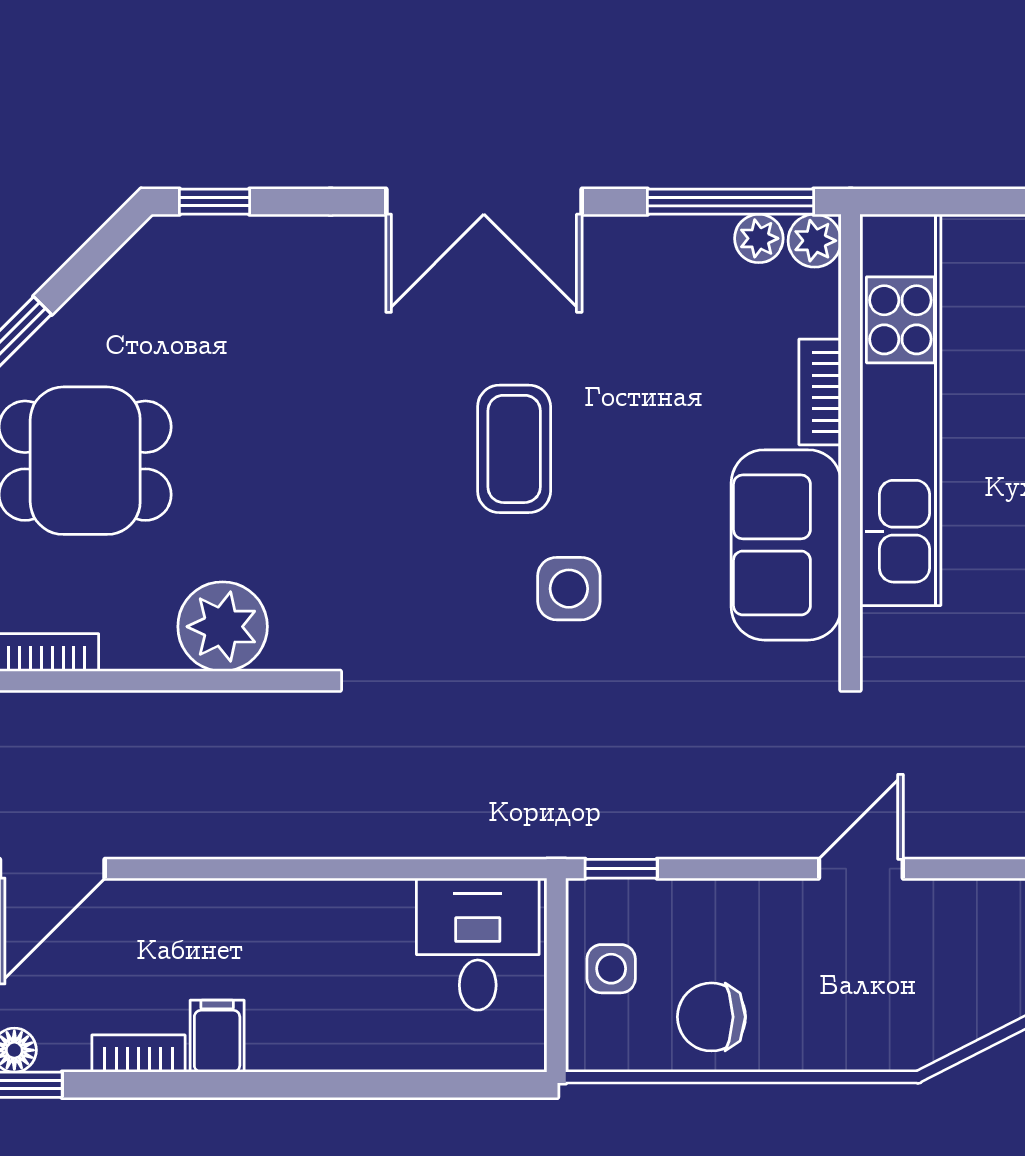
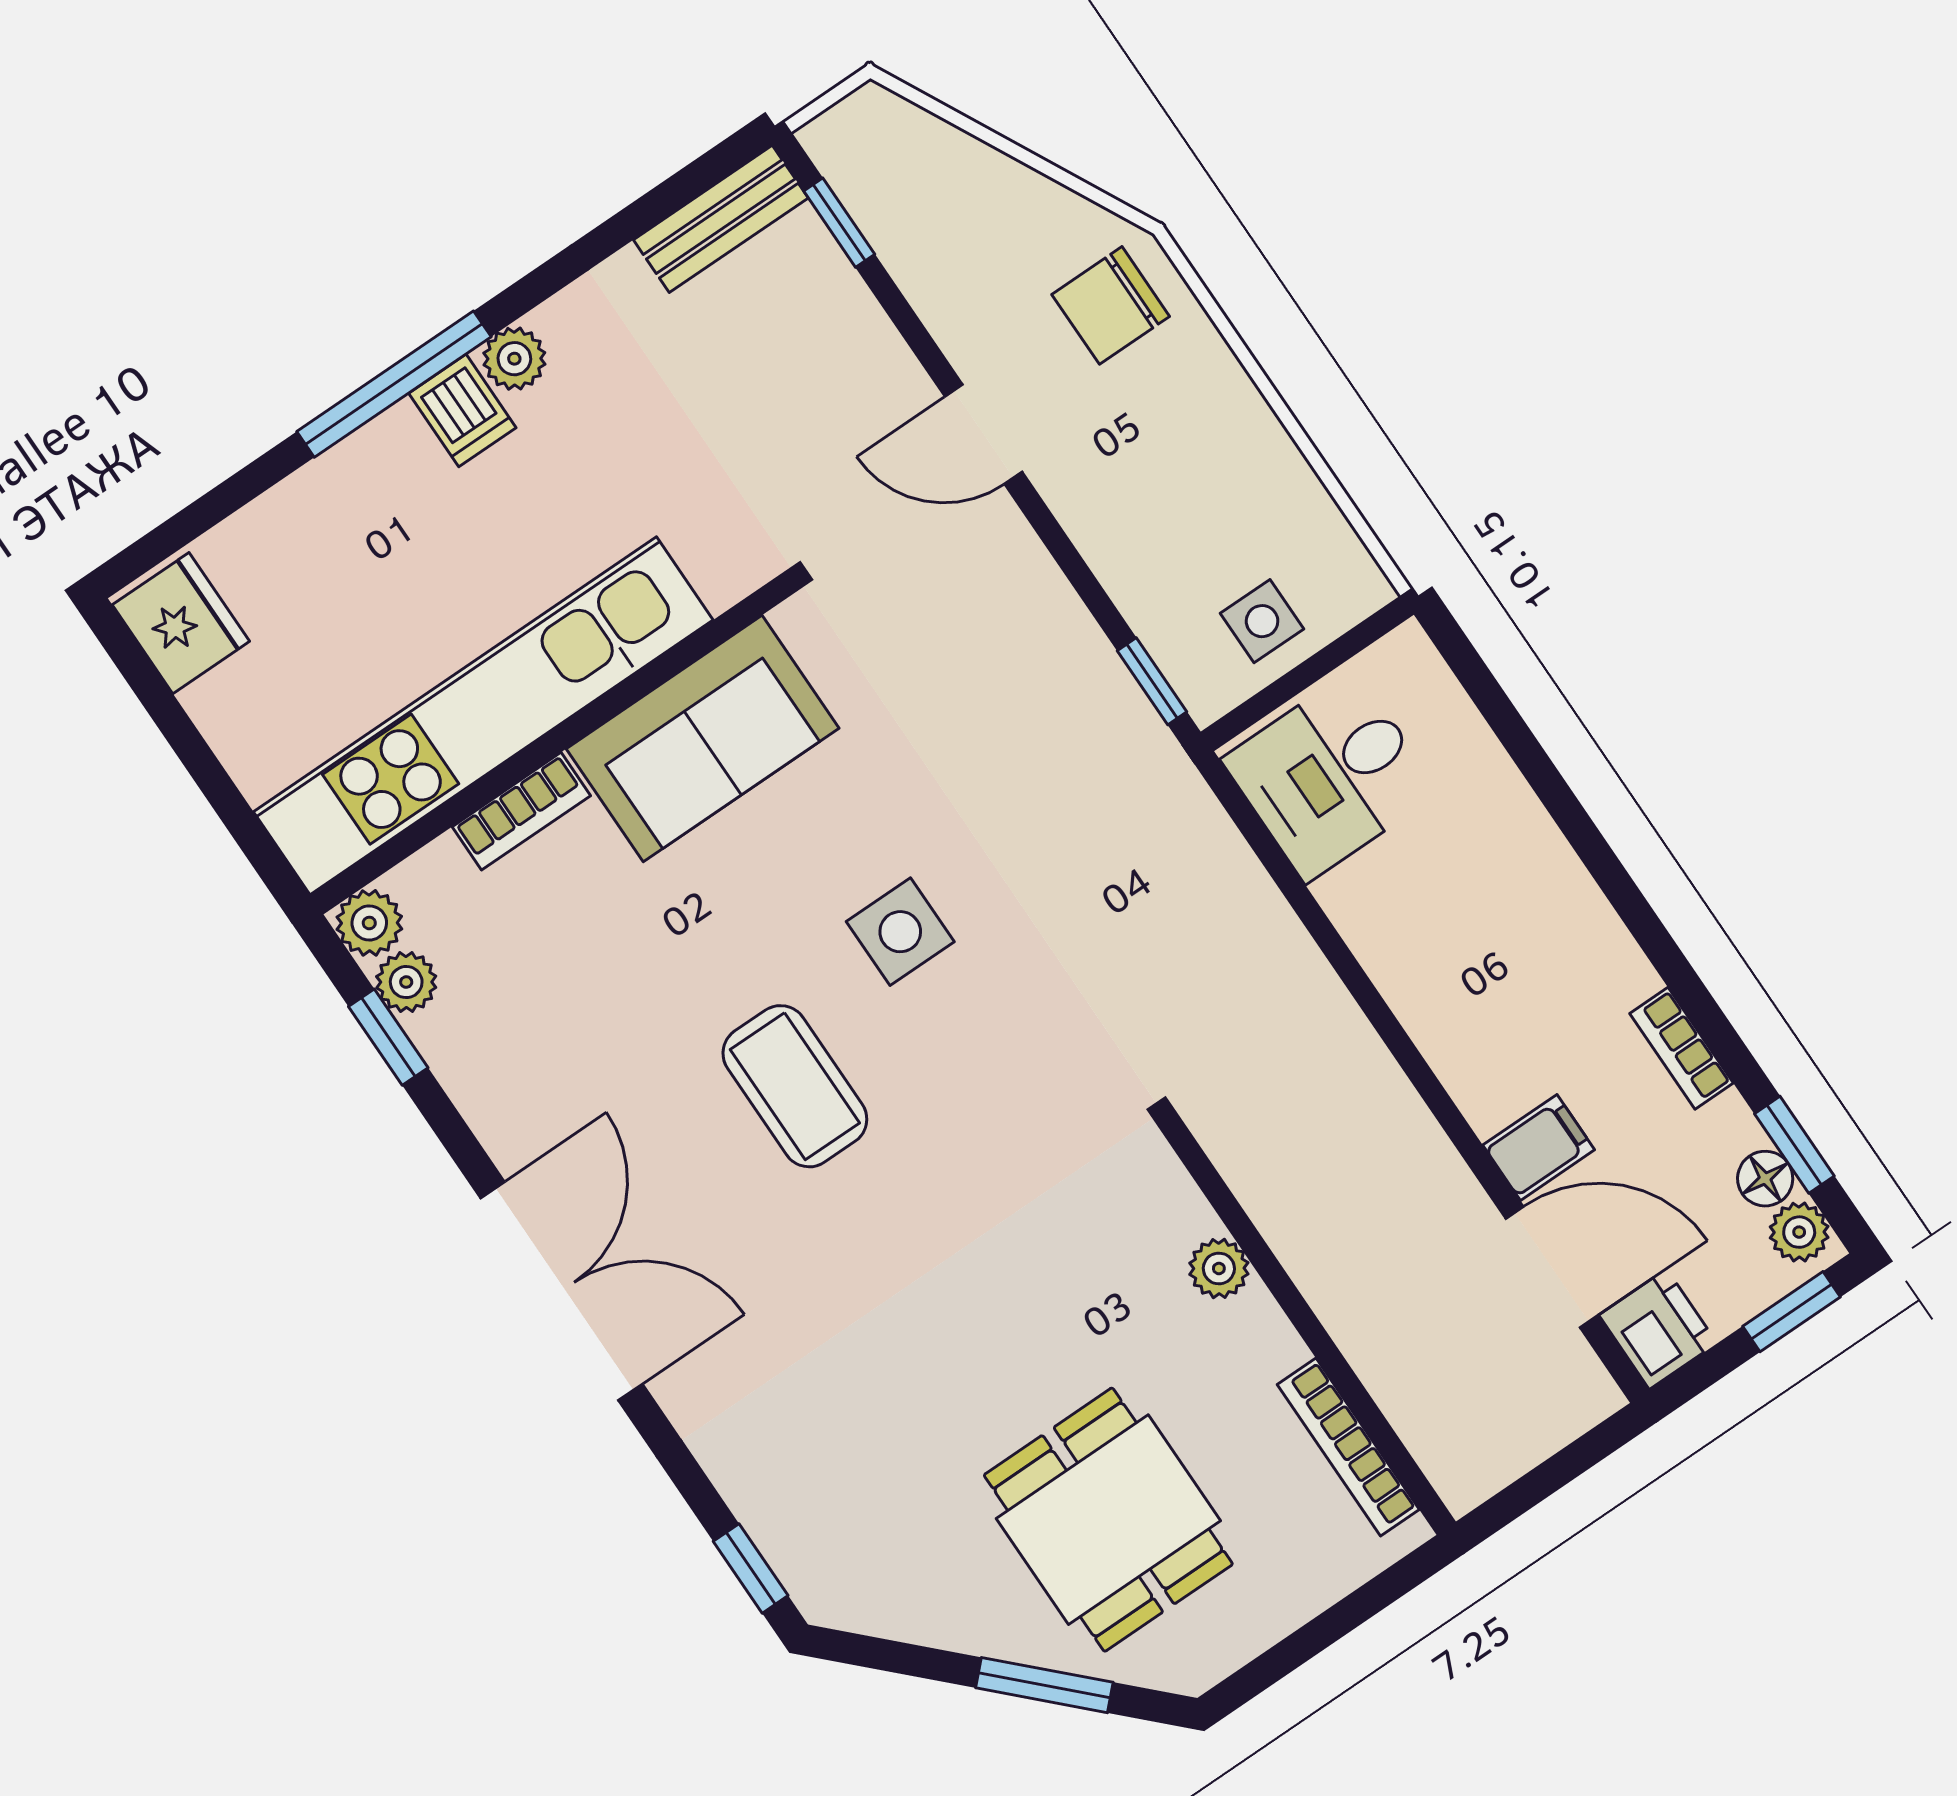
window: (730, 202) -> (388, 1037), width x0.46
coffee table: (514, 449) -> (795, 1086), turned 90
plant: (223, 627) -> (1219, 1268), width x0.53, depth x0.53
chair: (711, 1017) -> (1111, 305), moved, turned 90
filing cabinet: (217, 1036) -> (1539, 1147), moved, turned 180

